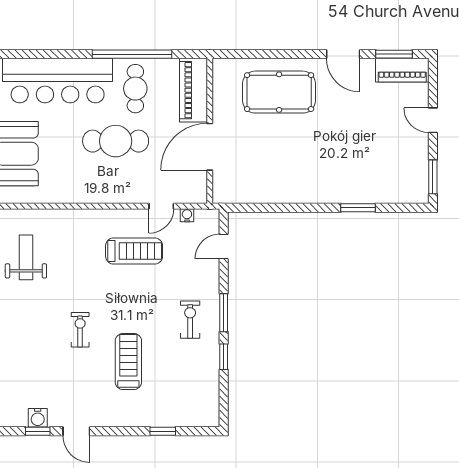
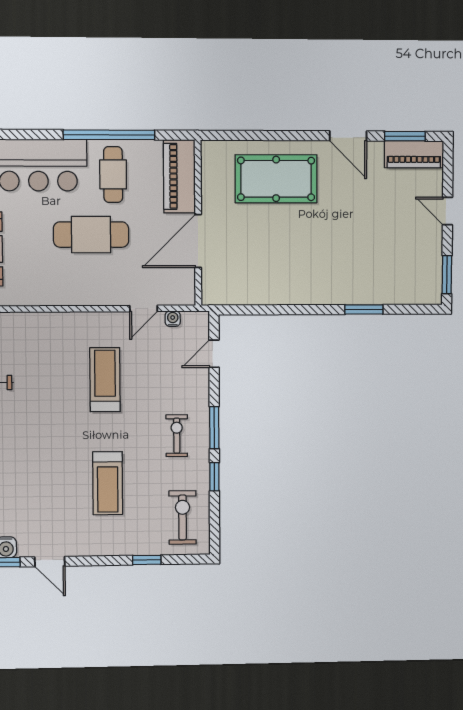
treadmill: (134, 251) -> (105, 380), moved, turned -90
exercise bike: (80, 330) -> (183, 517), moved, width x1.38, depth x1.39
treadmill: (128, 361) -> (108, 483), turned 180

